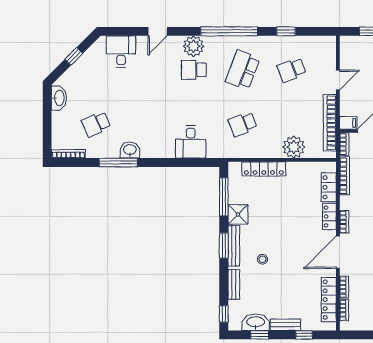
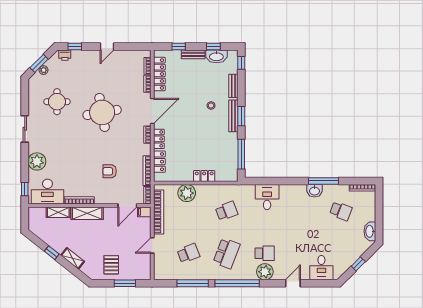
window: (286, 31) -> (193, 283), width x2.17
school desk: (96, 124) -> (341, 211), turned 45
locker: (264, 169) -> (204, 176), width x0.66
shower: (238, 214) -> (230, 140), removed

